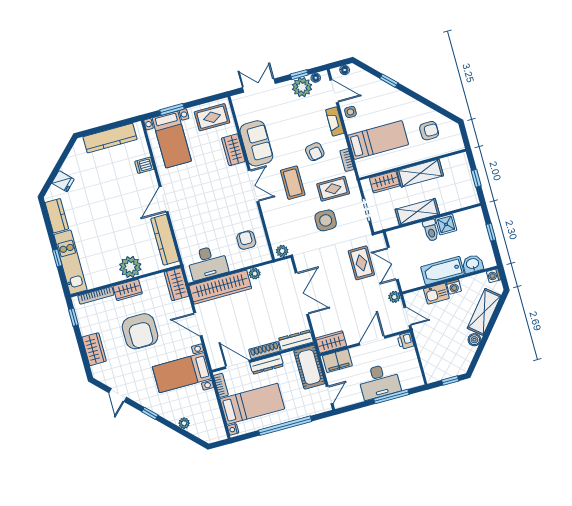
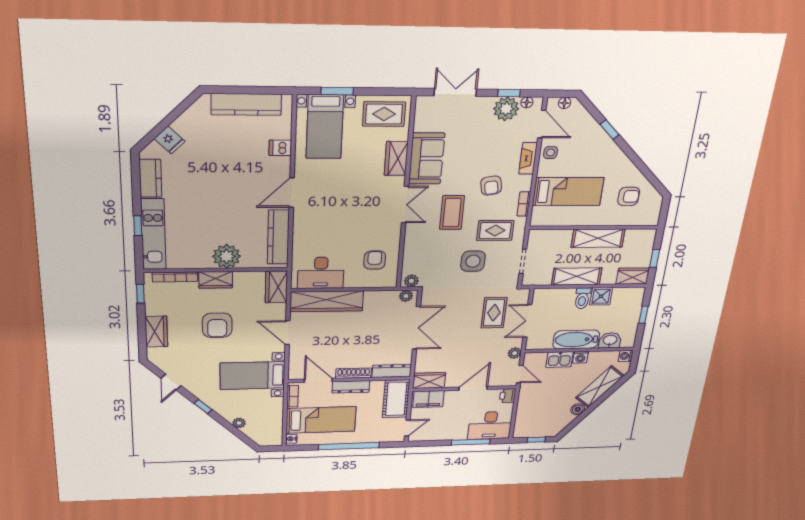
wardrobe: (385, 182) -> (633, 276), moved, turned 180
plant: (255, 274) -> (406, 296), moved
armchair: (140, 331) -> (217, 325), width x0.73, depth x0.73
desk: (379, 381) -> (490, 425), moved

